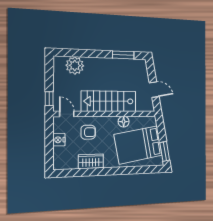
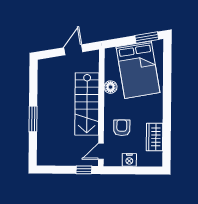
window: (123, 55) -> (33, 119), moved
plant: (75, 66) -> (47, 142), removed
wardrobe: (91, 161) -> (155, 137), moved

